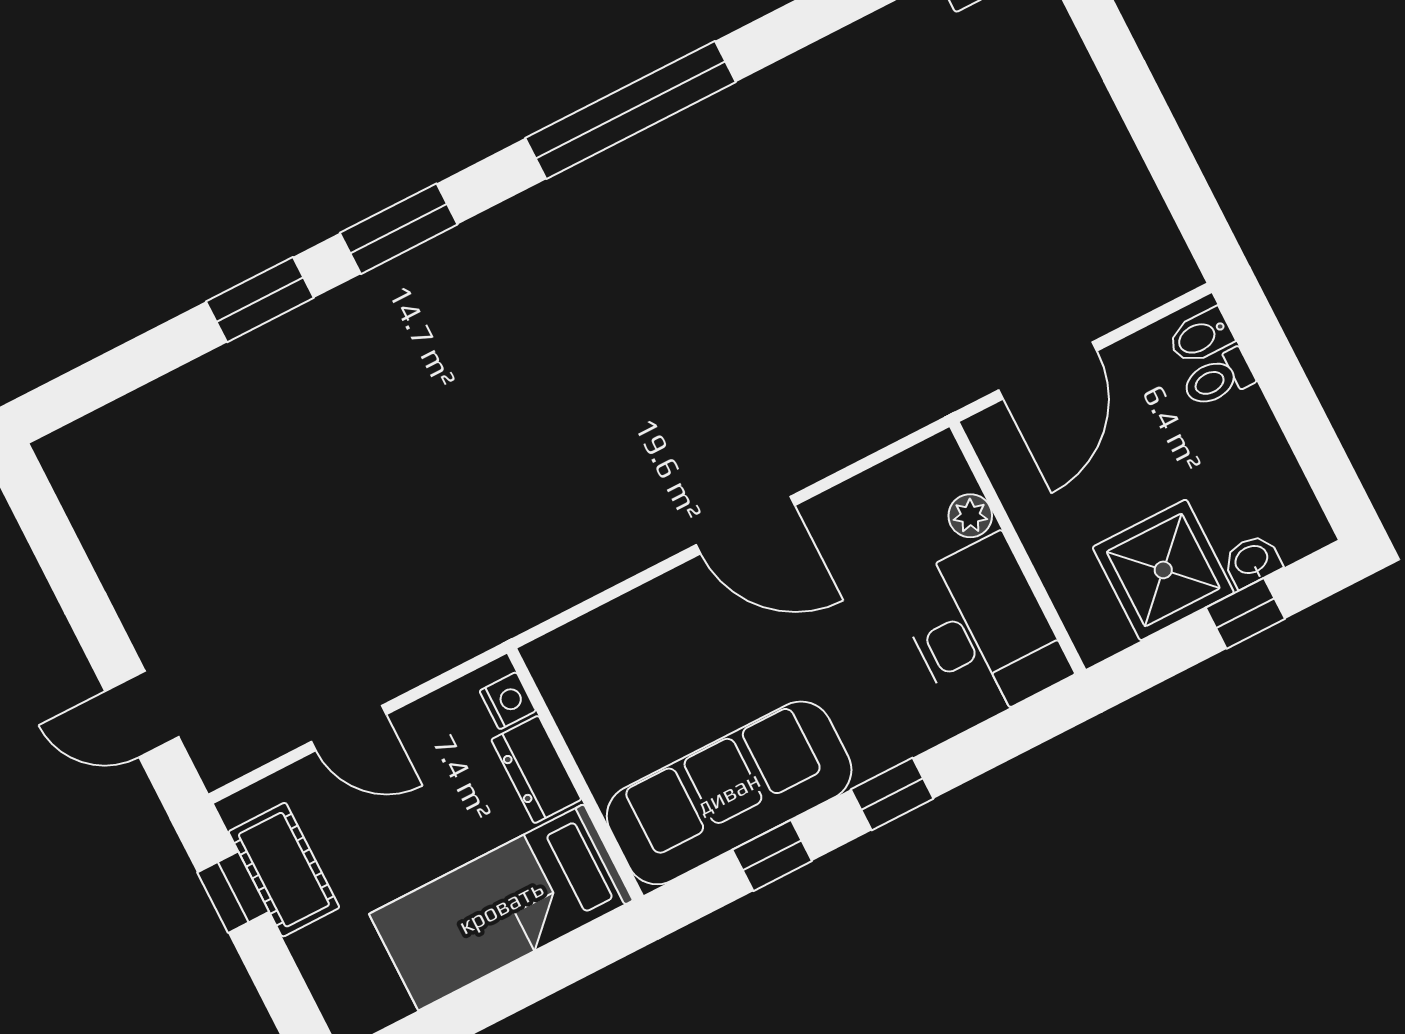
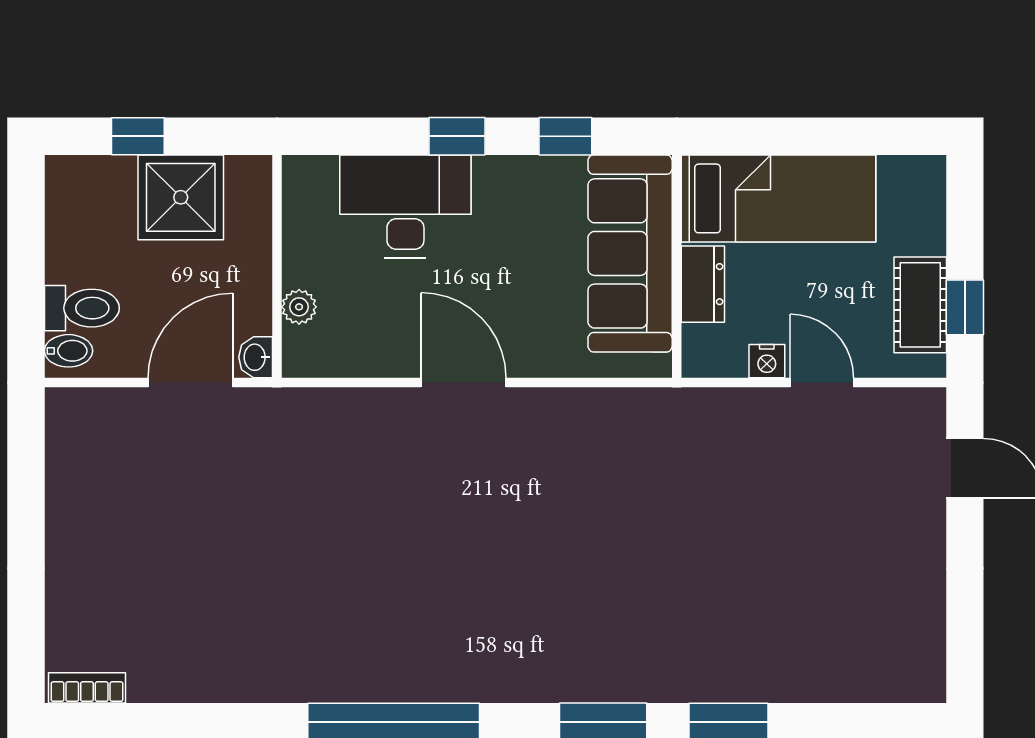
toilet: (1218, 379) -> (82, 308), width x1.37, depth x1.39
washbasin: (1252, 561) -> (256, 357), moved, turned 90
desk: (982, 631) -> (405, 206), moved, turned 90
nightstand: (508, 701) -> (767, 361), moved, turned -90
sofa: (729, 793) -> (630, 253), moved, turned 90

